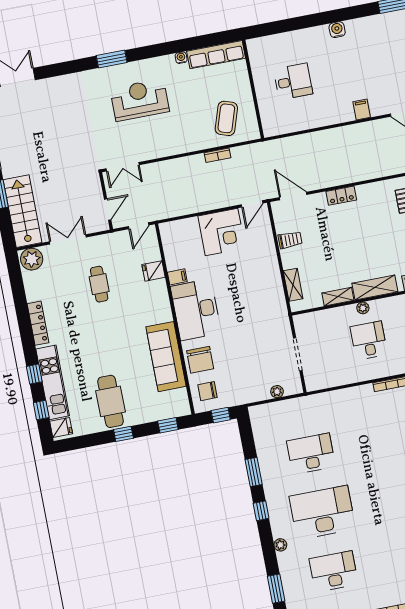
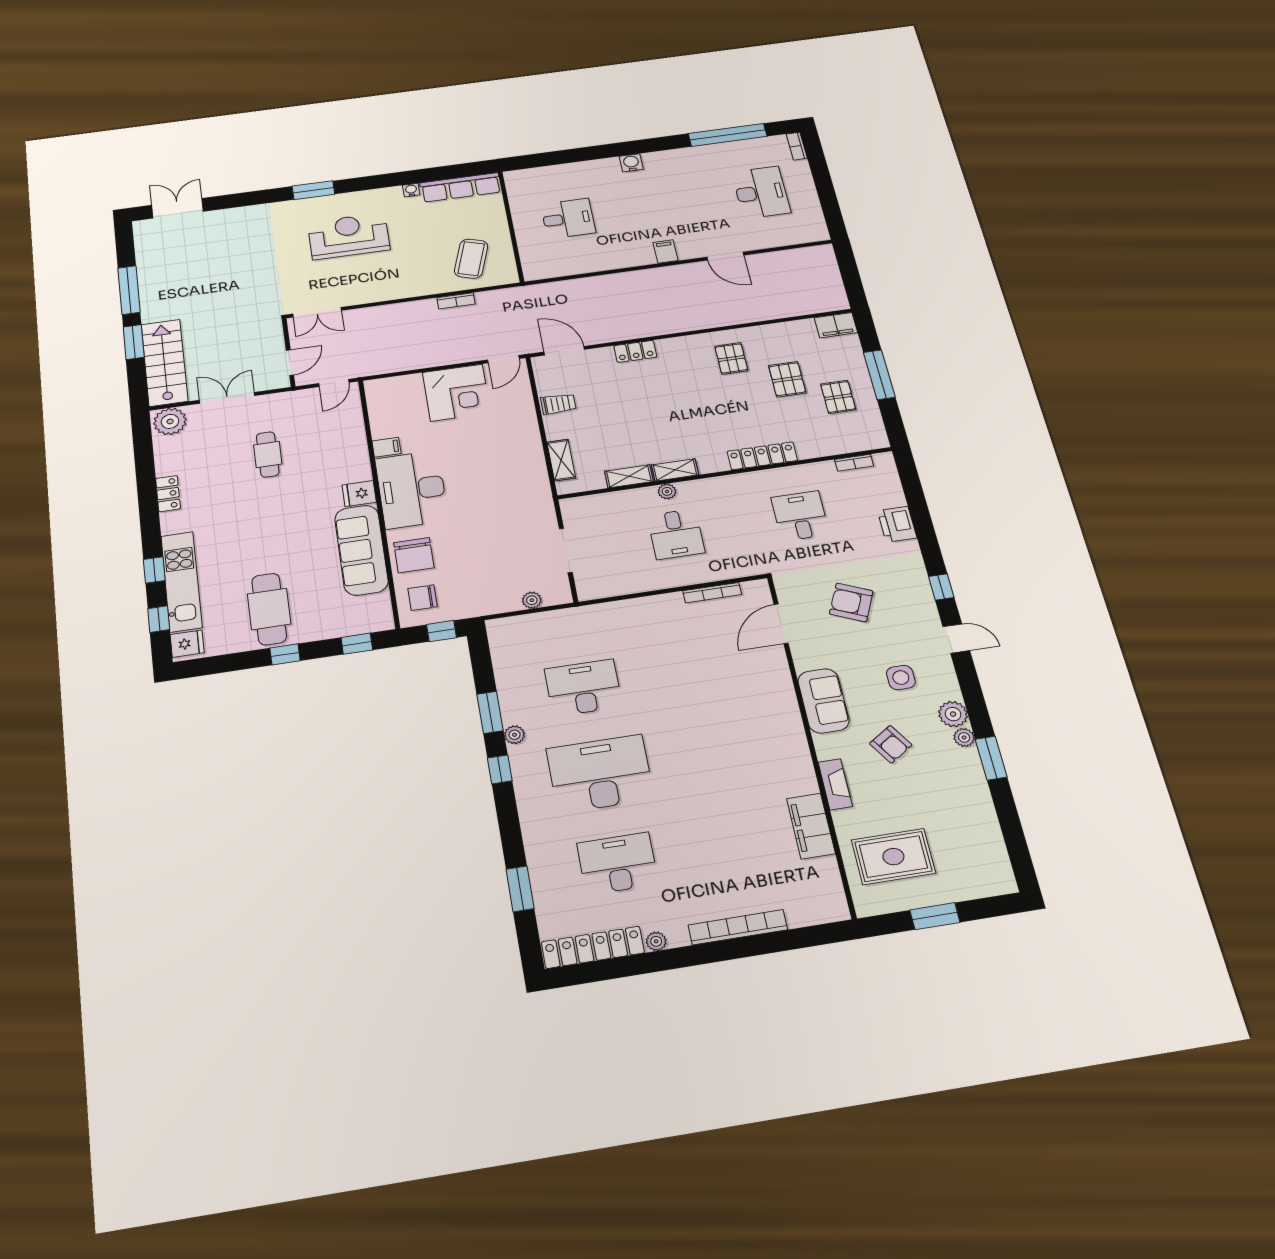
fridge: (154, 271) -> (359, 494), moved
shelving: (375, 287) -> (675, 470), width x0.67, depth x0.75
locker: (38, 323) -> (168, 494), width x0.66
desk: (369, 341) -> (676, 534), turned 180
plant: (280, 545) -> (515, 735), moved

